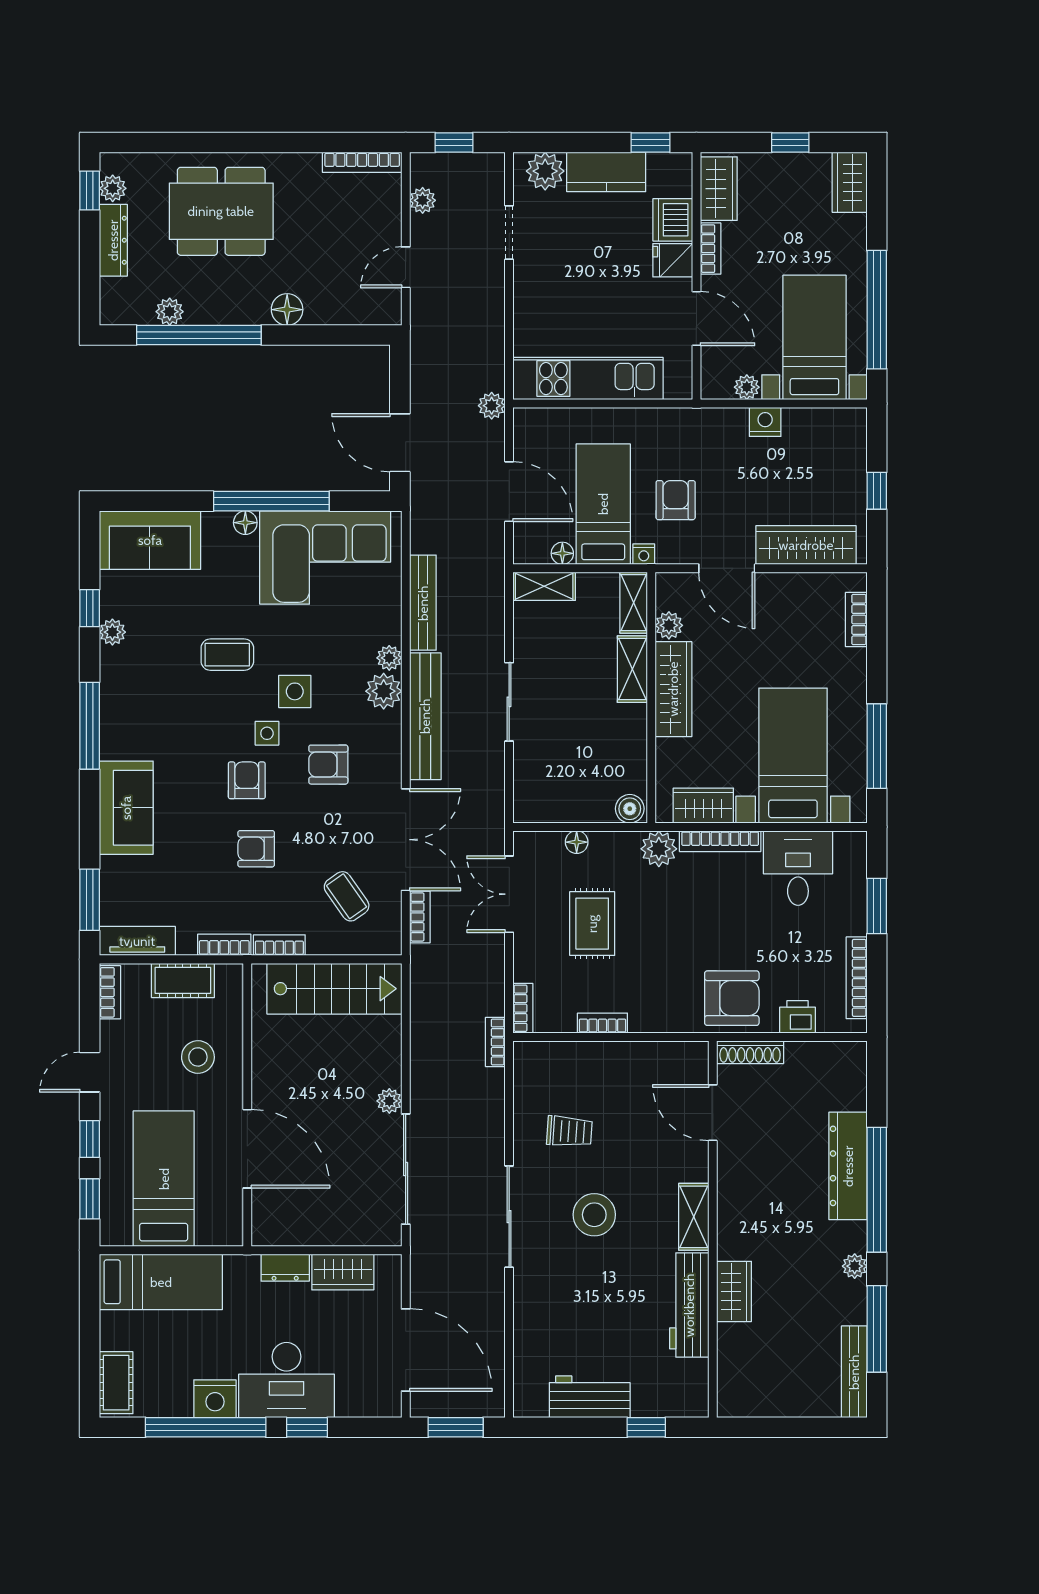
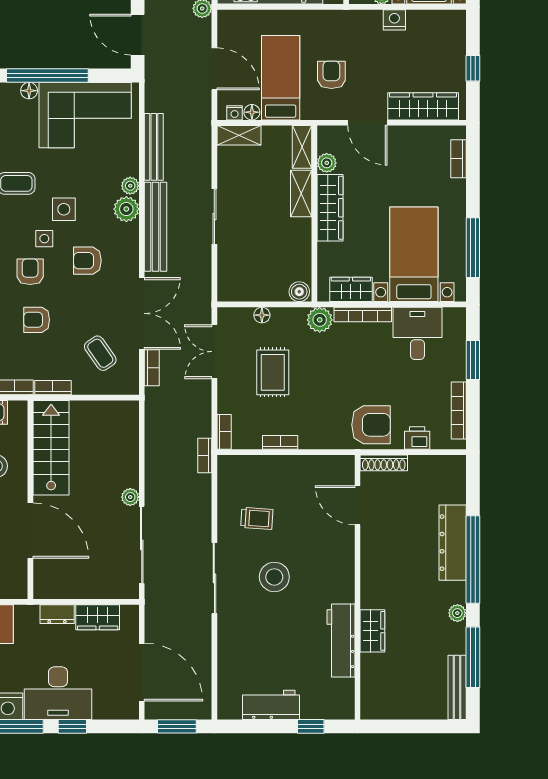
nightstand: (644, 554) -> (235, 113), moved
stairs: (334, 989) -> (51, 448), moved, turned -90
shelving: (694, 1217) -> (344, 578), removed

